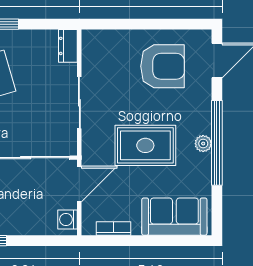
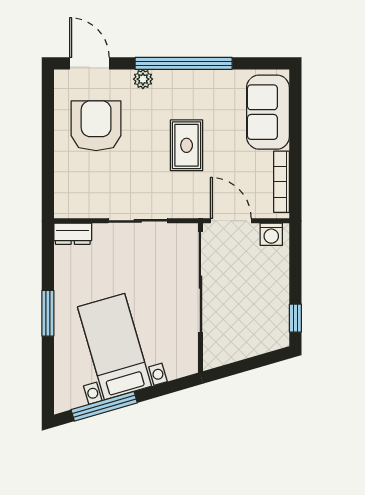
plant: (203, 144) -> (143, 79), moved
rug: (145, 145) -> (187, 145), width x0.73, depth x0.70
bookcase: (113, 229) -> (282, 182), width x1.56

